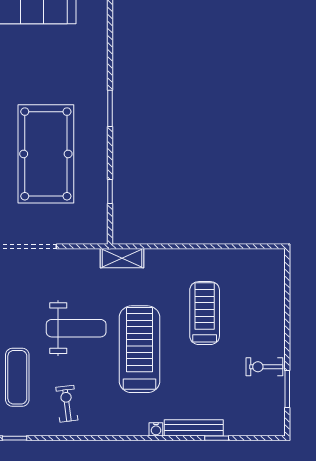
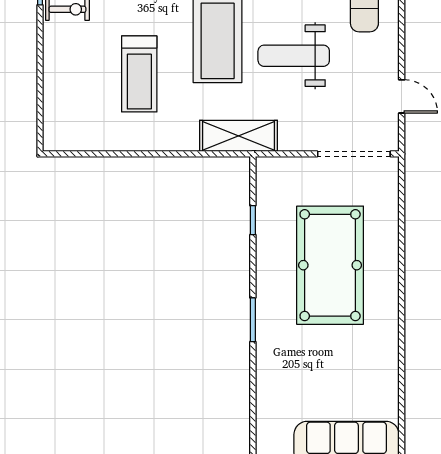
shelving: (122, 258) -> (238, 136), width x1.50, depth x1.33

